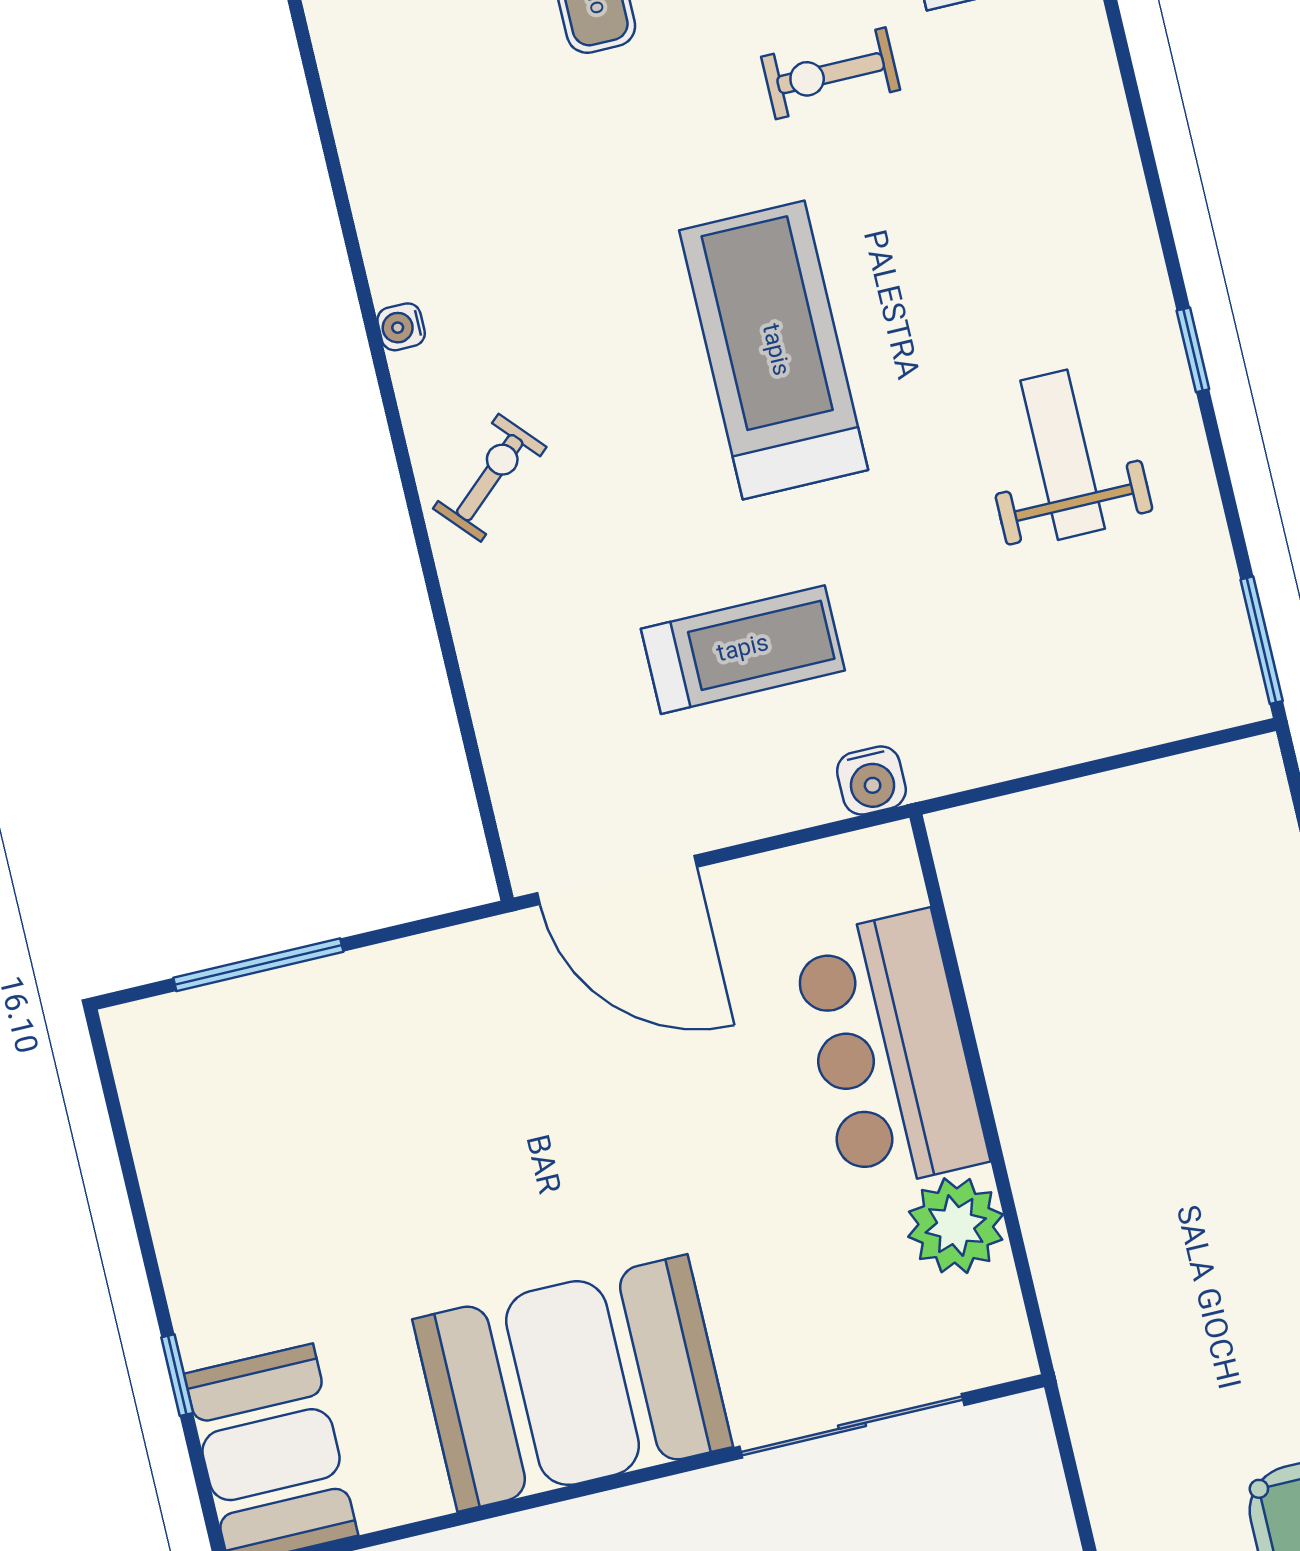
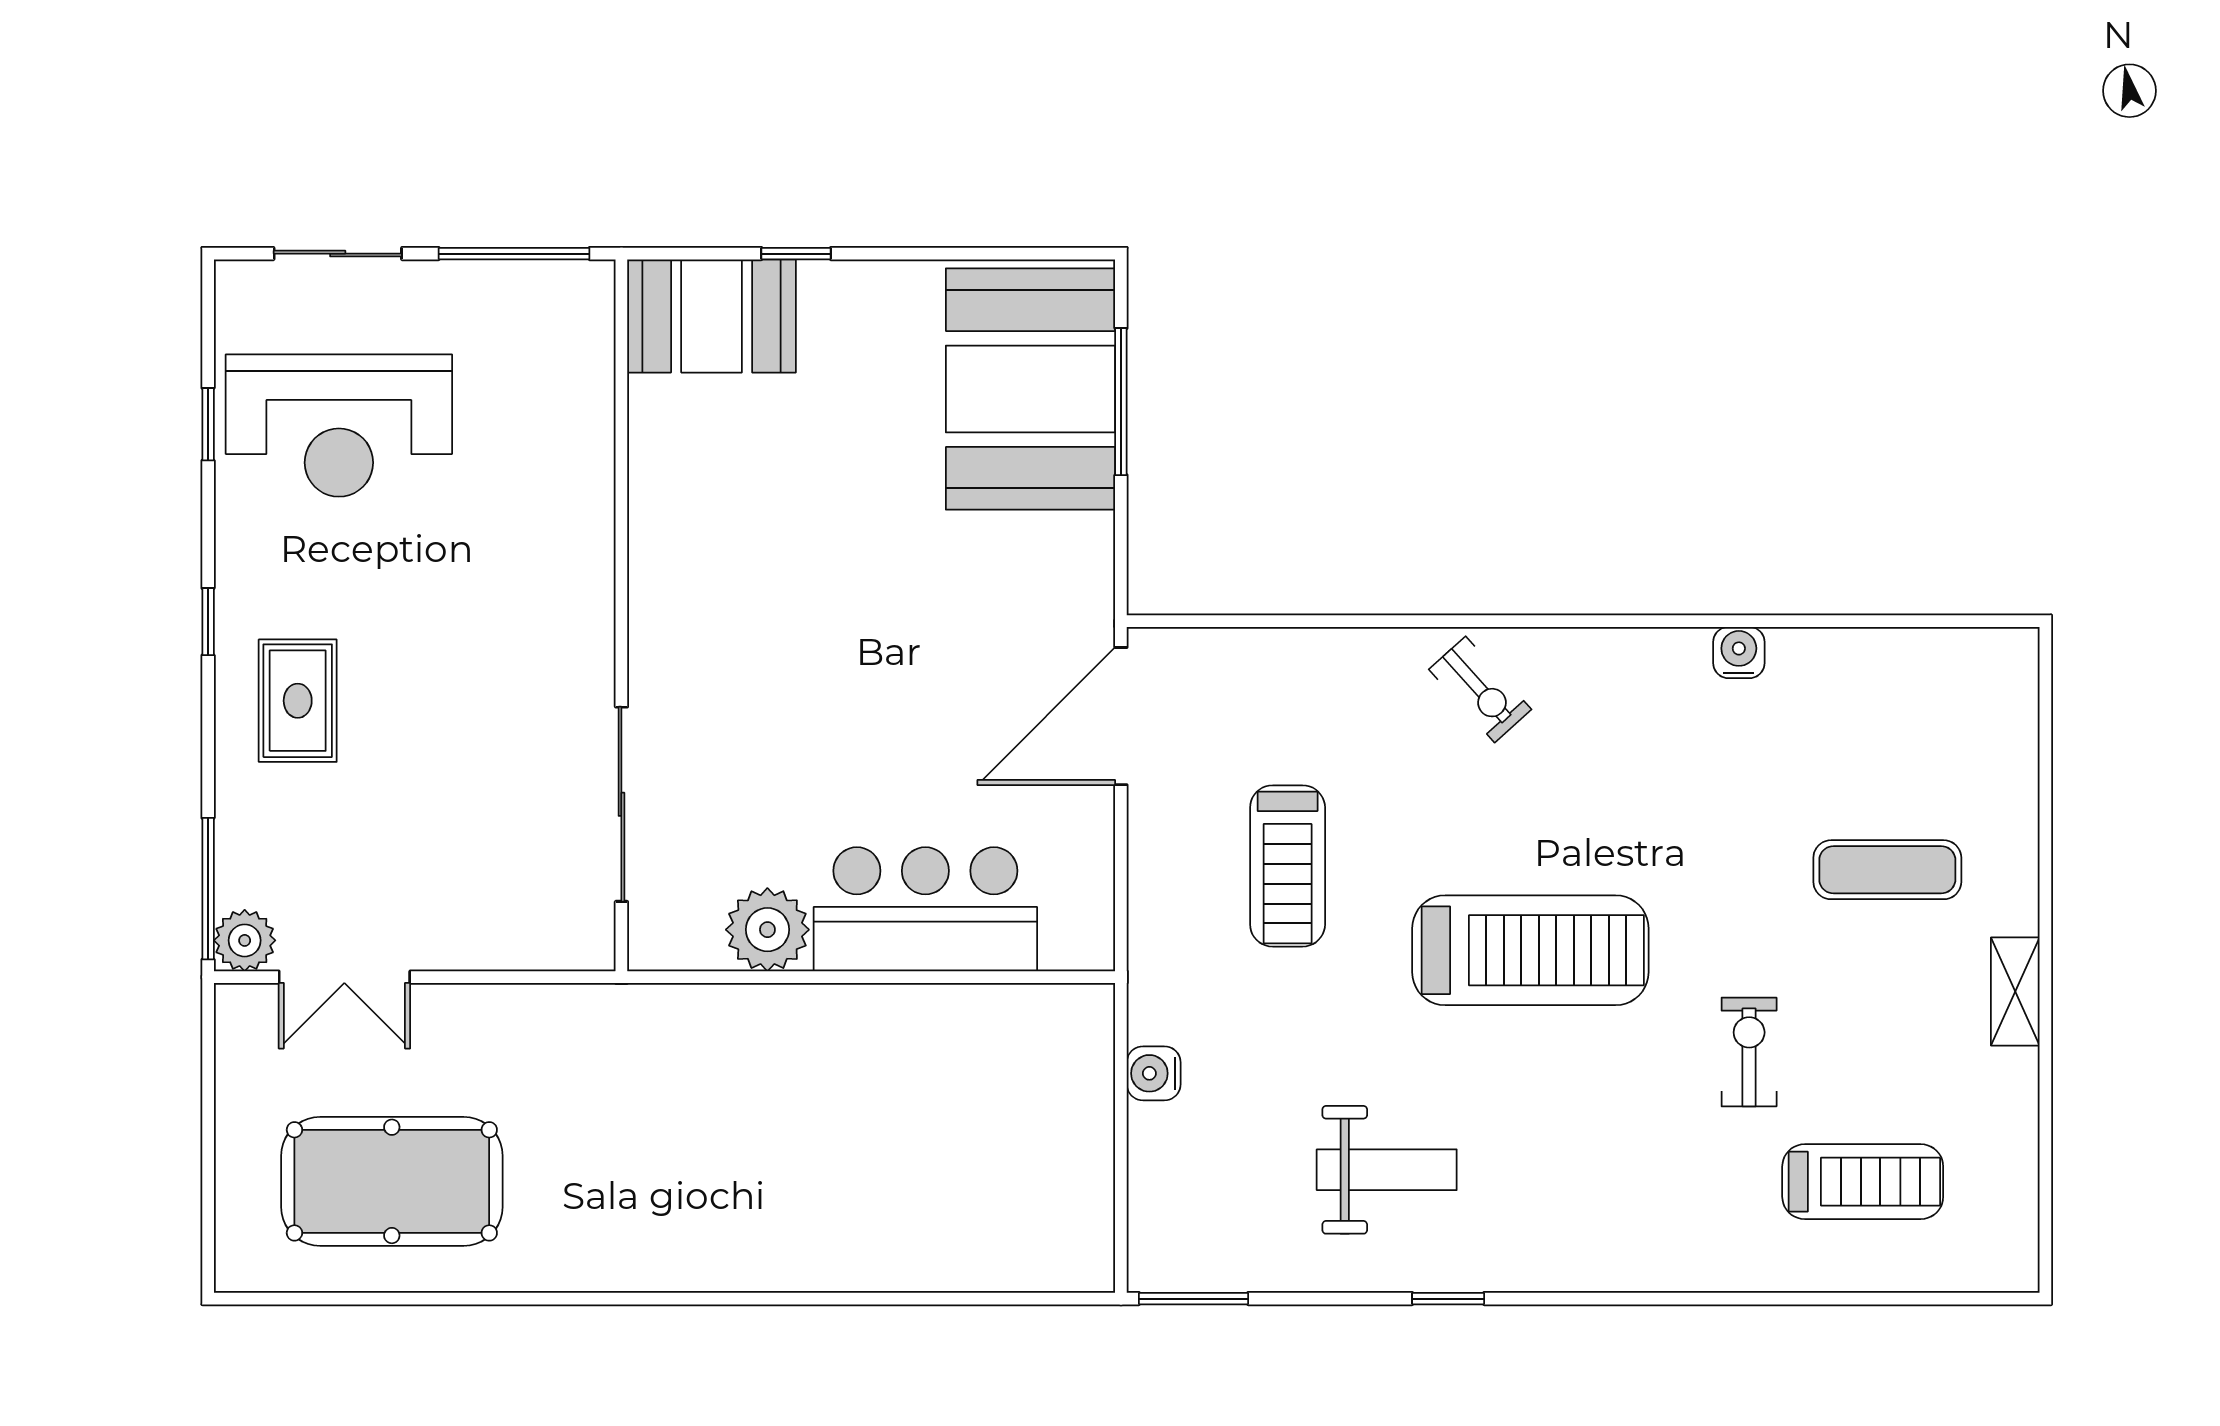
water cooler: (401, 327) -> (1739, 653), moved, width x1.38, depth x1.38
water cooler: (871, 780) -> (1154, 1073), moved
booth: (573, 1383) -> (1031, 389), moved

